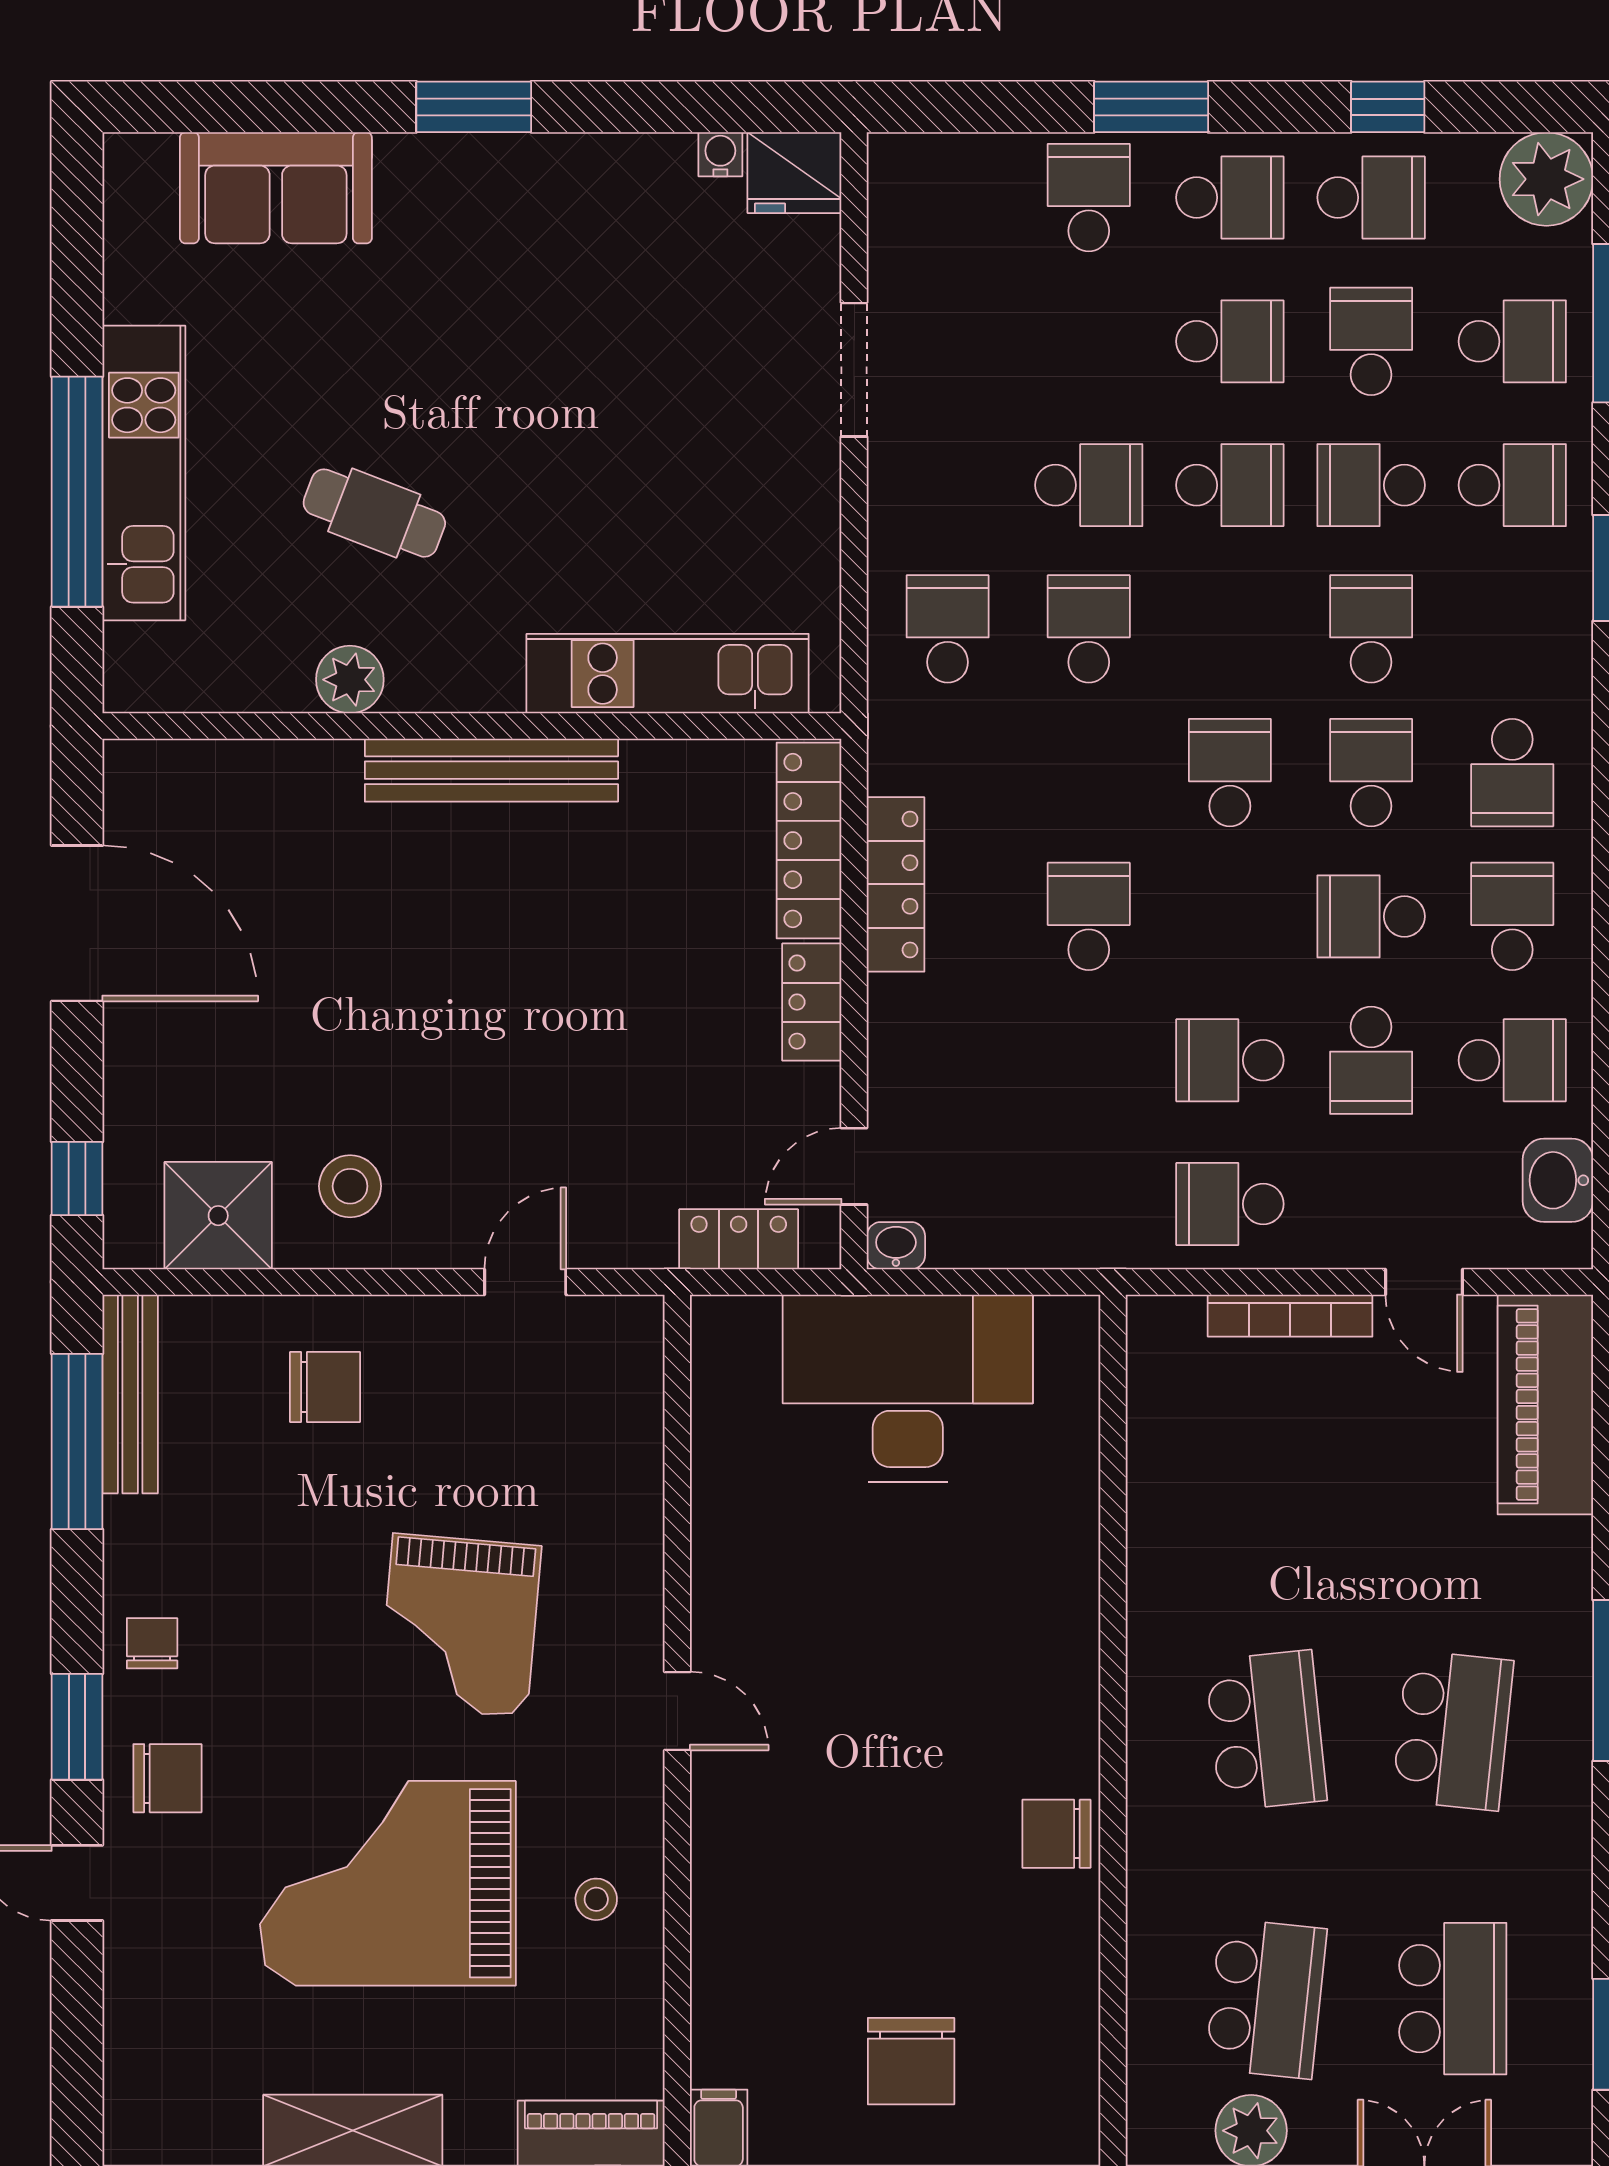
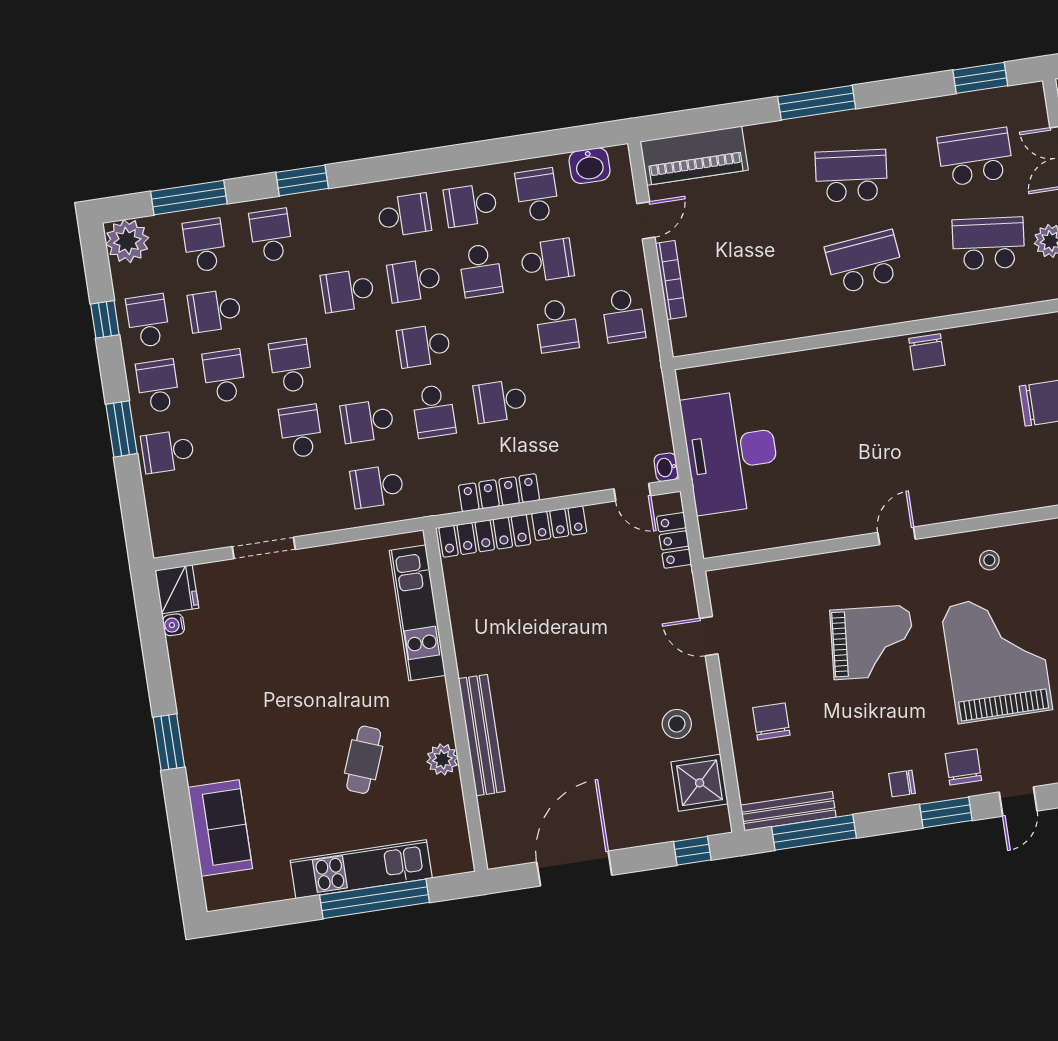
school desk: (1371, 485) -> (434, 411), moved
bench: (491, 770) -> (482, 735), moved
grand piano: (388, 1883) -> (997, 658), turned 180

